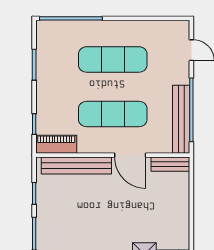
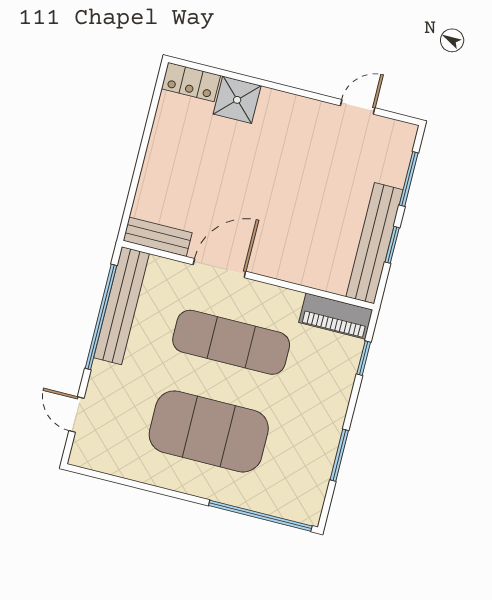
exercise mat: (113, 59) -> (209, 431), width x1.47
door: (130, 155) -> (219, 268), hinge flipped
bench: (76, 165) -> (374, 243), moved, turned 90

